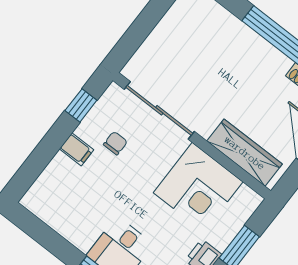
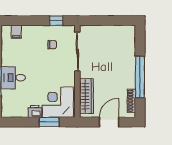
filing cabinet: (76, 149) -> (16, 32), moved
corner desk: (198, 187) -> (58, 102), moved, turned 90

